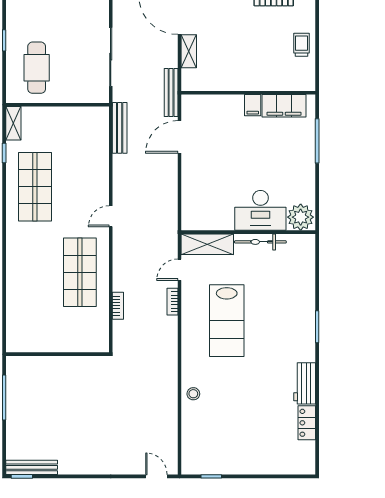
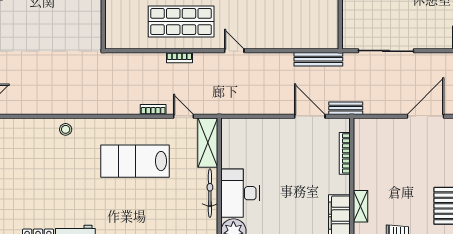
shelving: (189, 51) -> (361, 206), moved, turned 90
bench: (171, 93) -> (346, 108), width x0.73
bookcase: (219, 100) -> (345, 153), added
filing cabinet: (253, 105) -> (340, 186), removed
bookcase: (118, 306) -> (179, 58), moved

